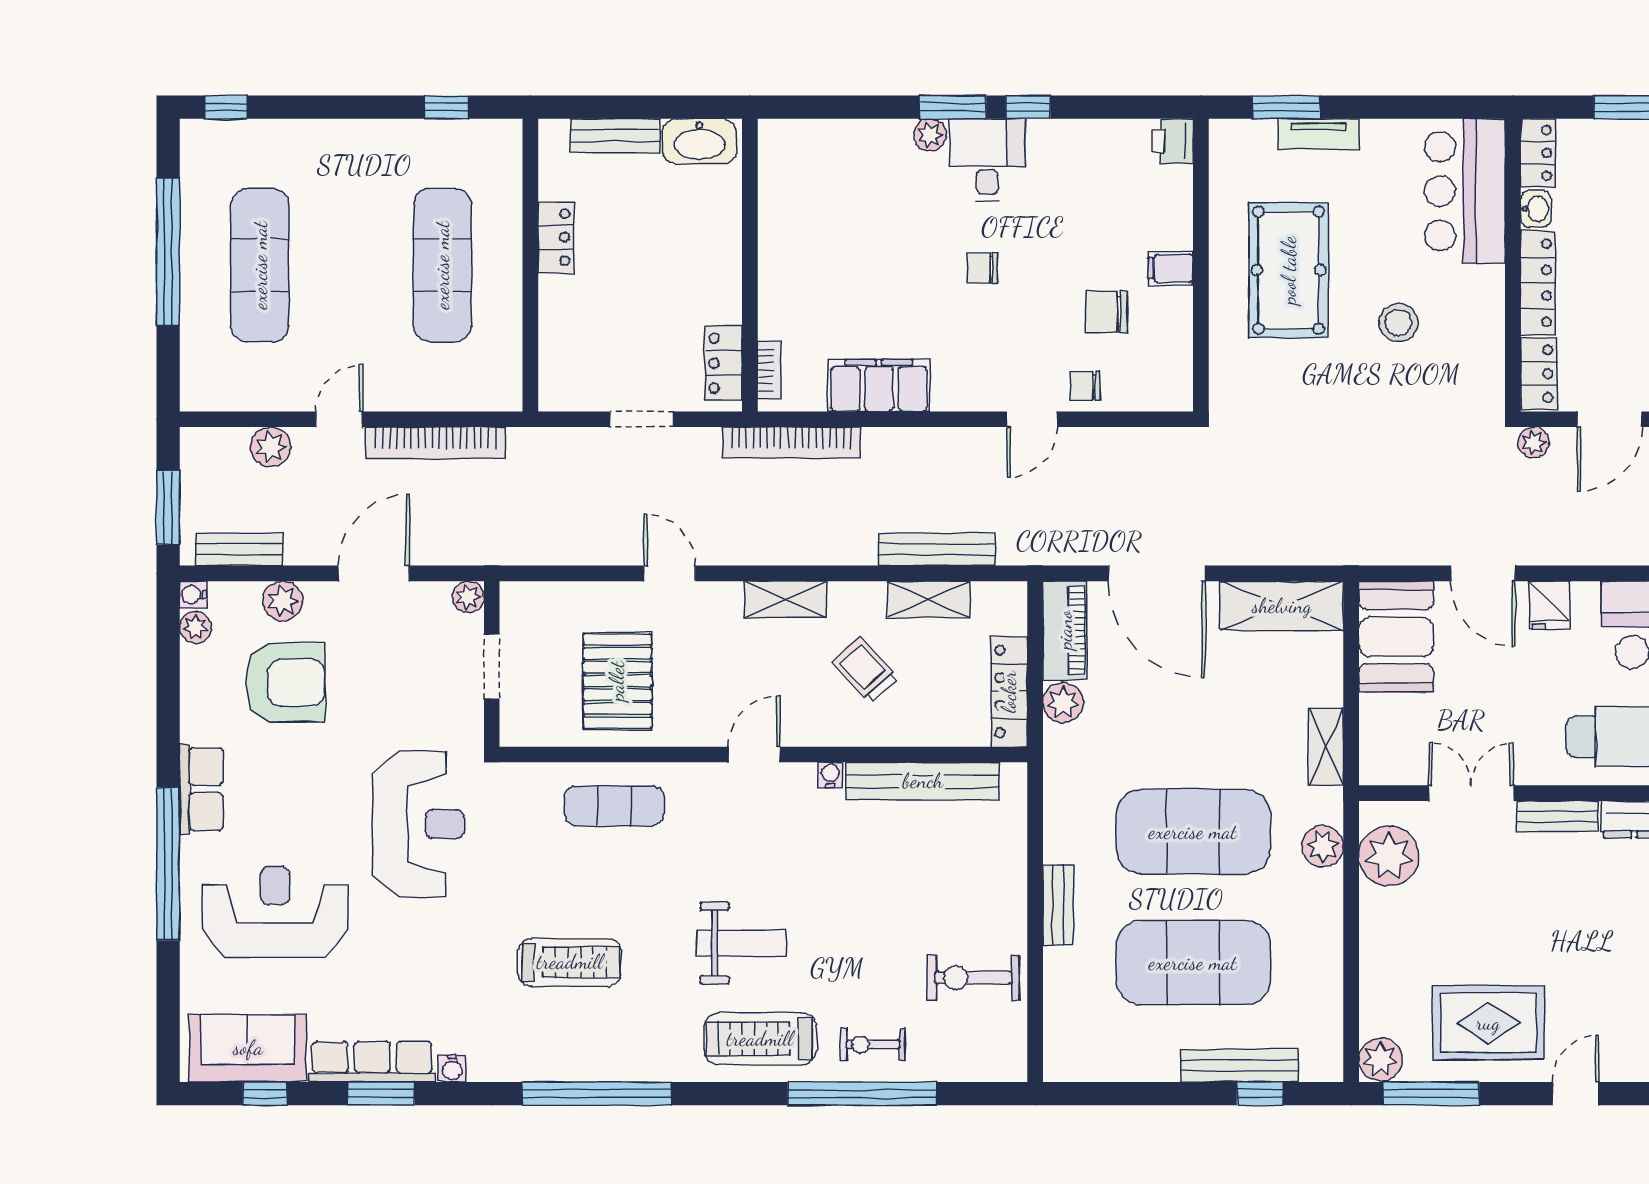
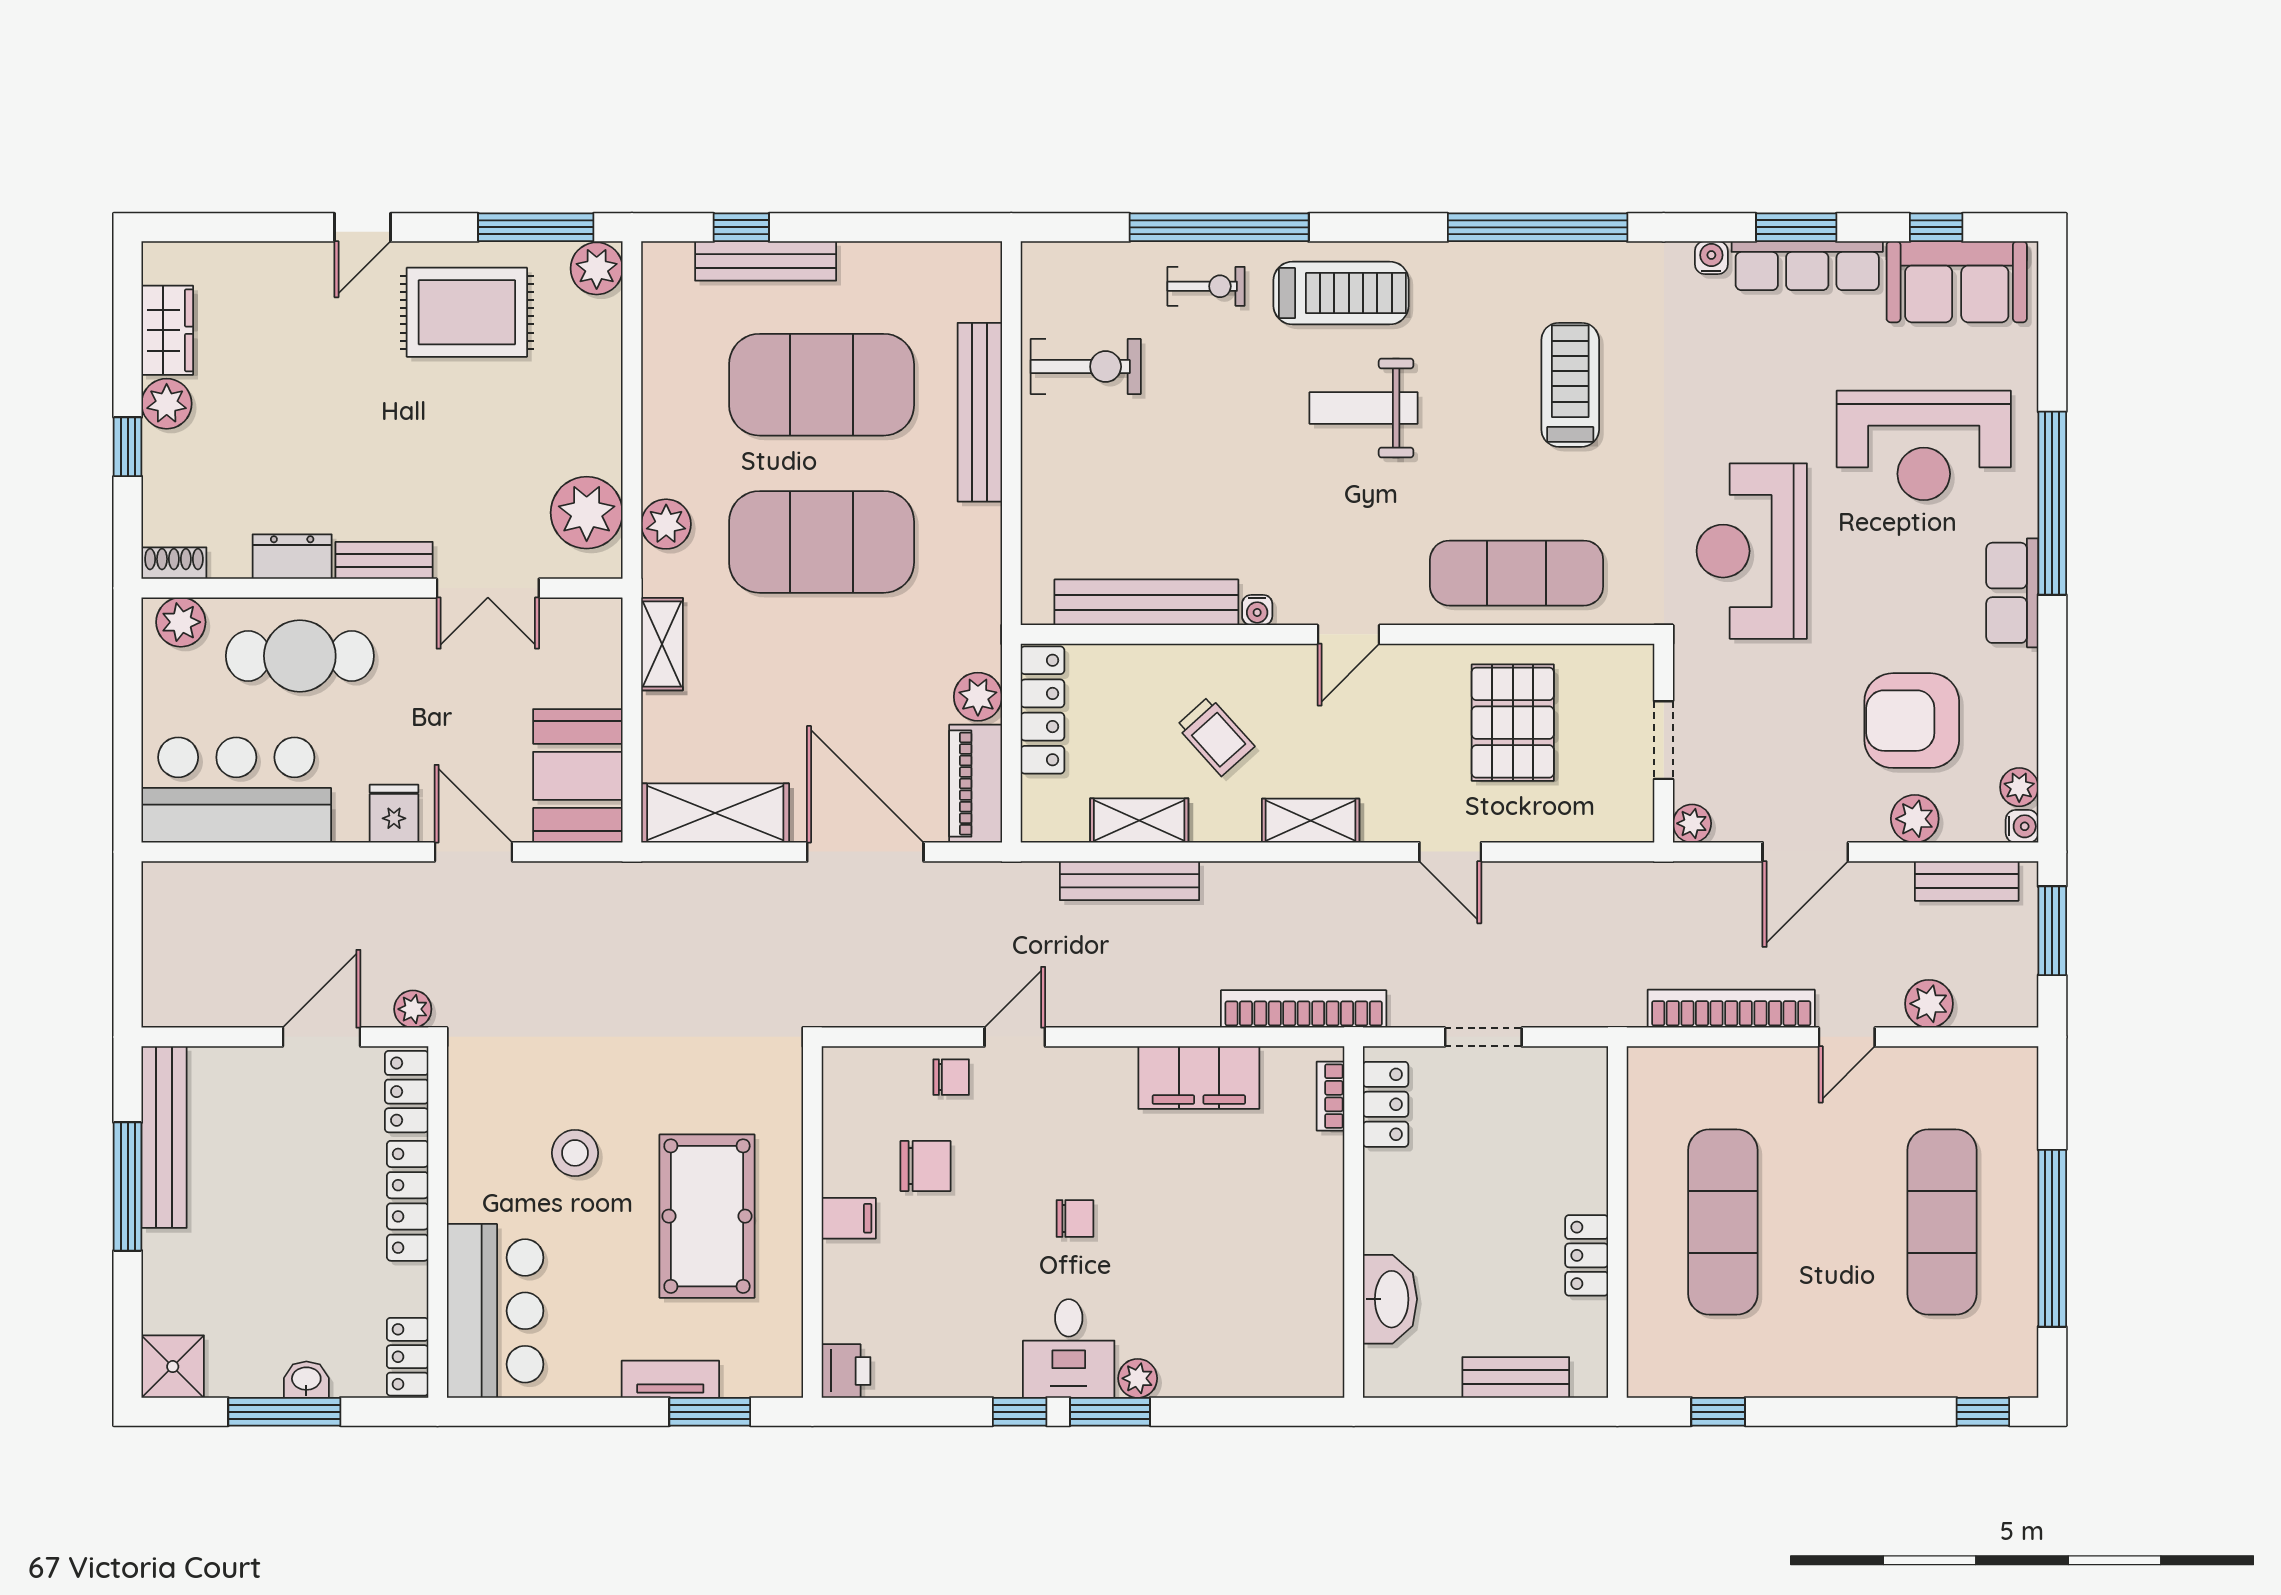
washbasin: (699, 141) -> (1390, 1299), moved, turned 90
washbasin: (1536, 209) -> (306, 1380), moved, turned 90
exercise mat: (614, 806) -> (1517, 573), width x1.36, depth x1.45
bench: (1058, 905) -> (980, 412), width x1.86, depth x1.21
treadmill: (570, 962) -> (1570, 385), turned 90

